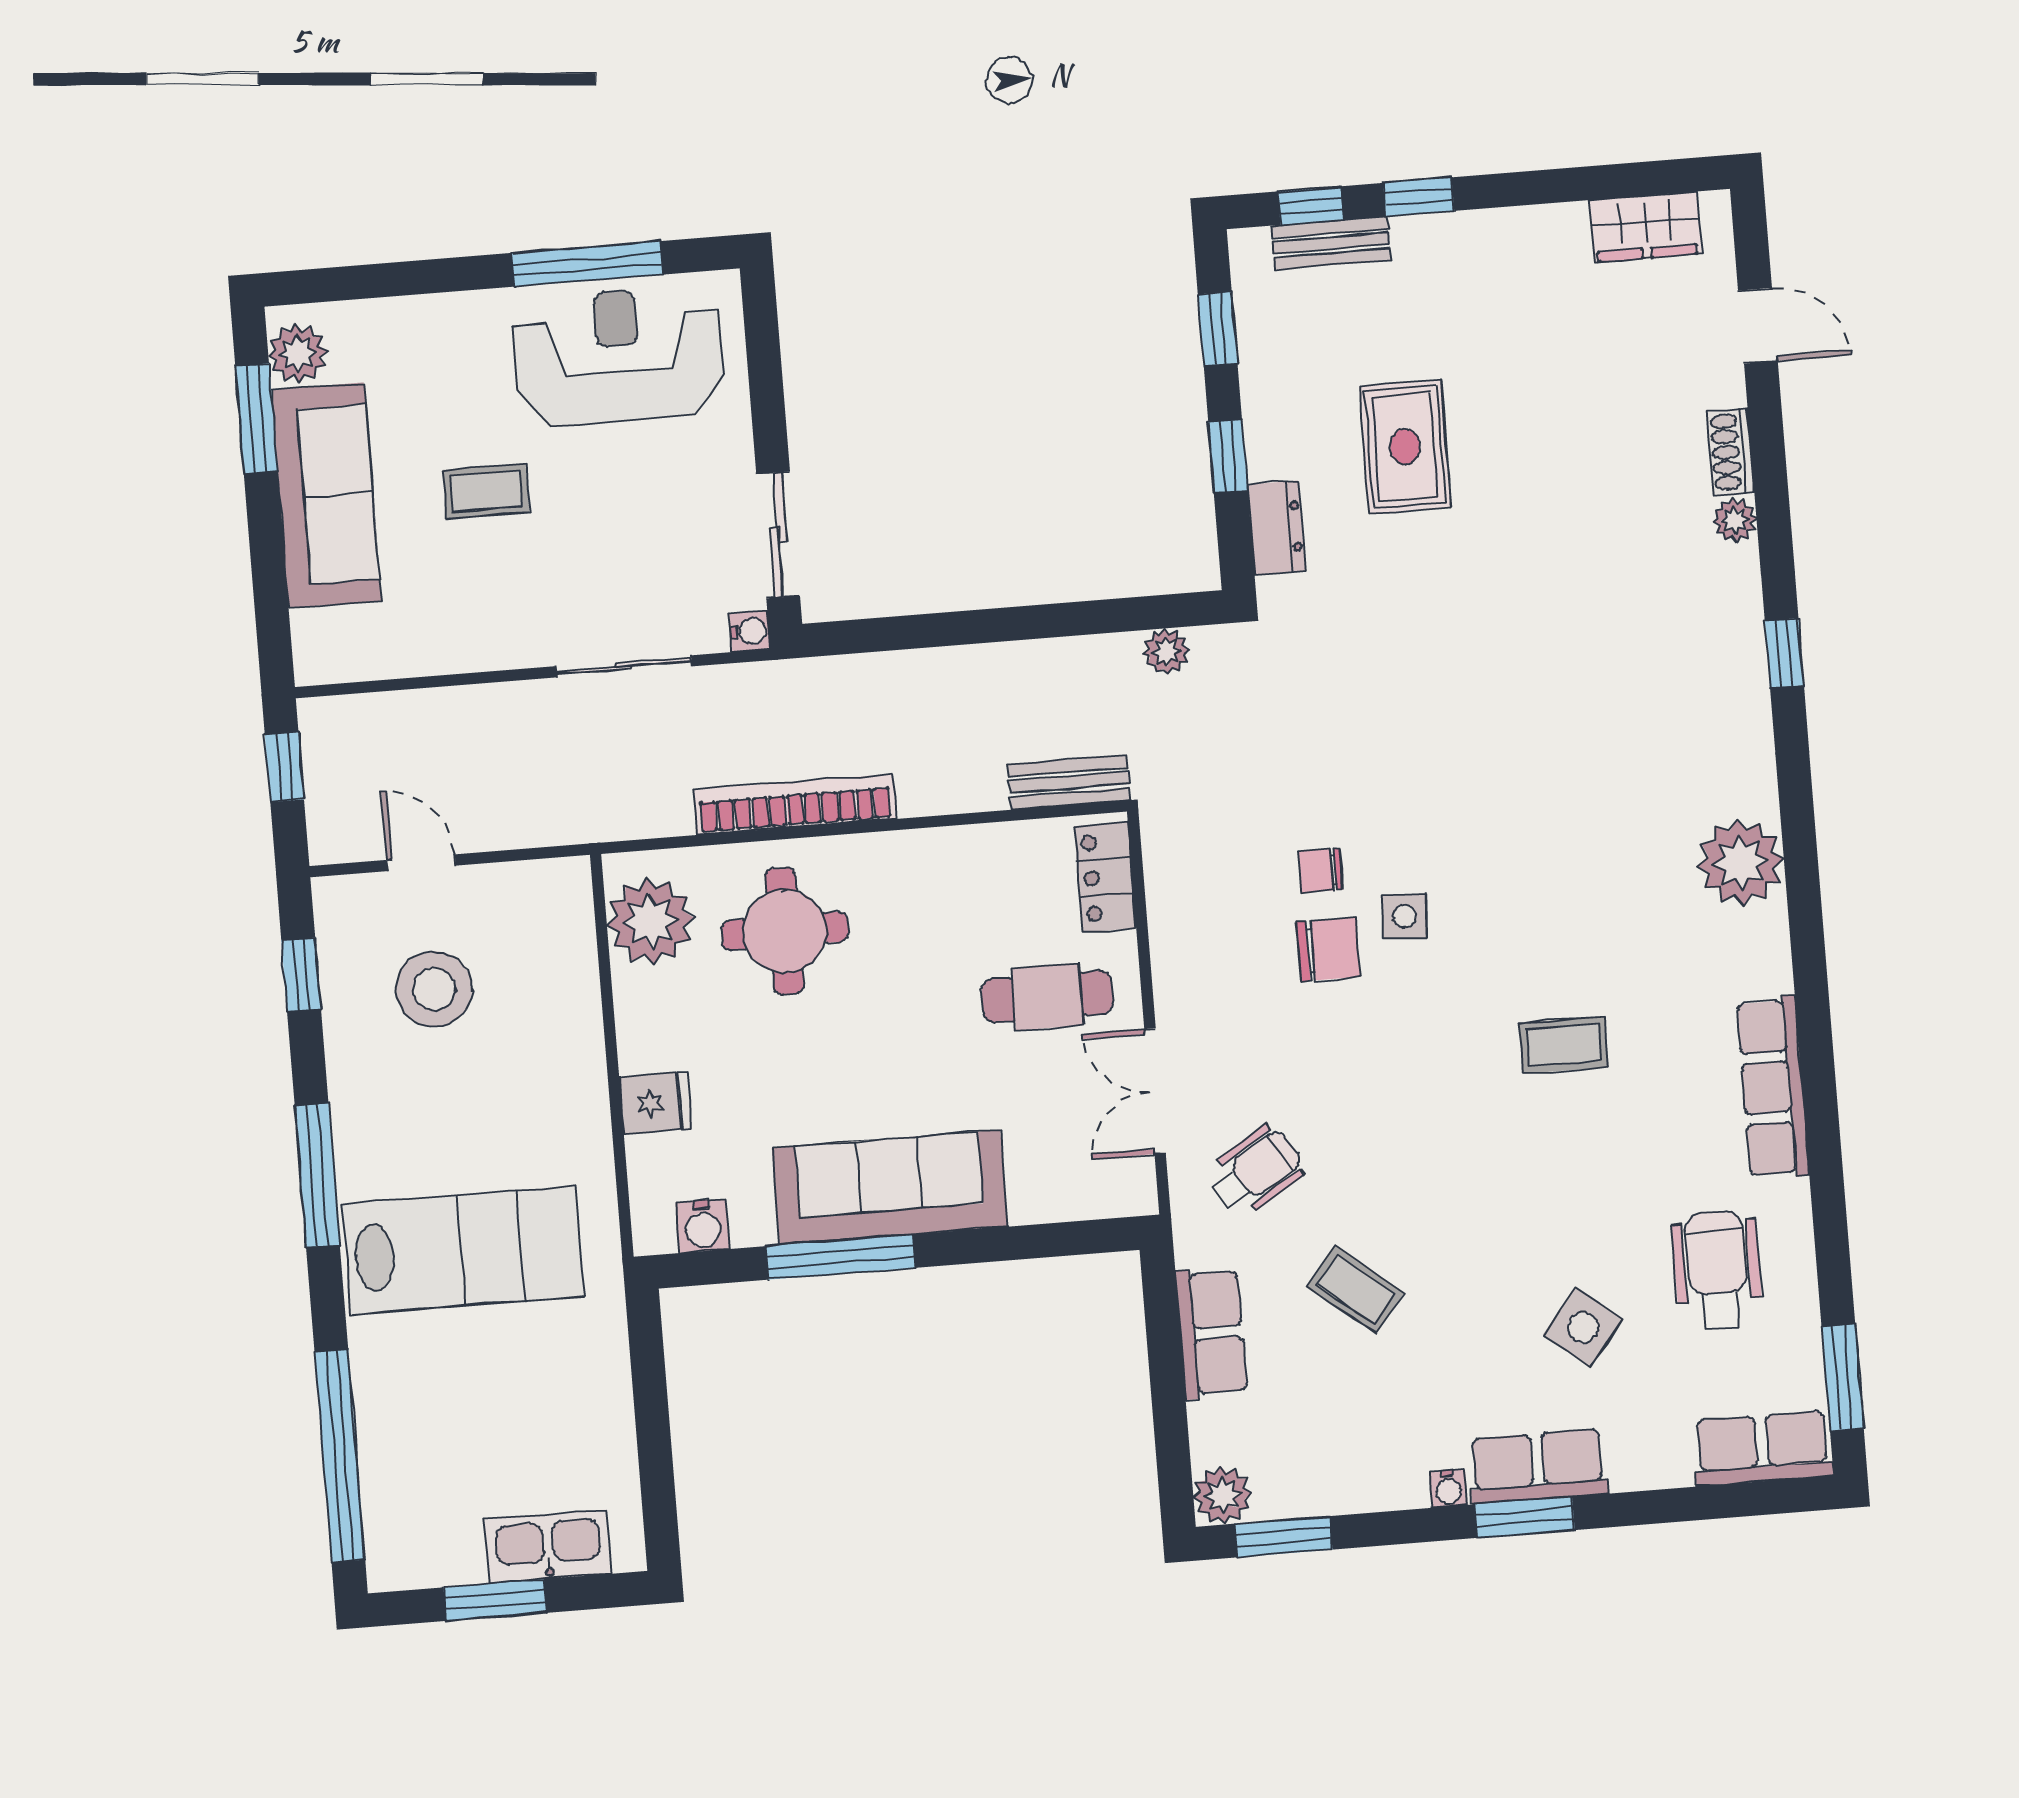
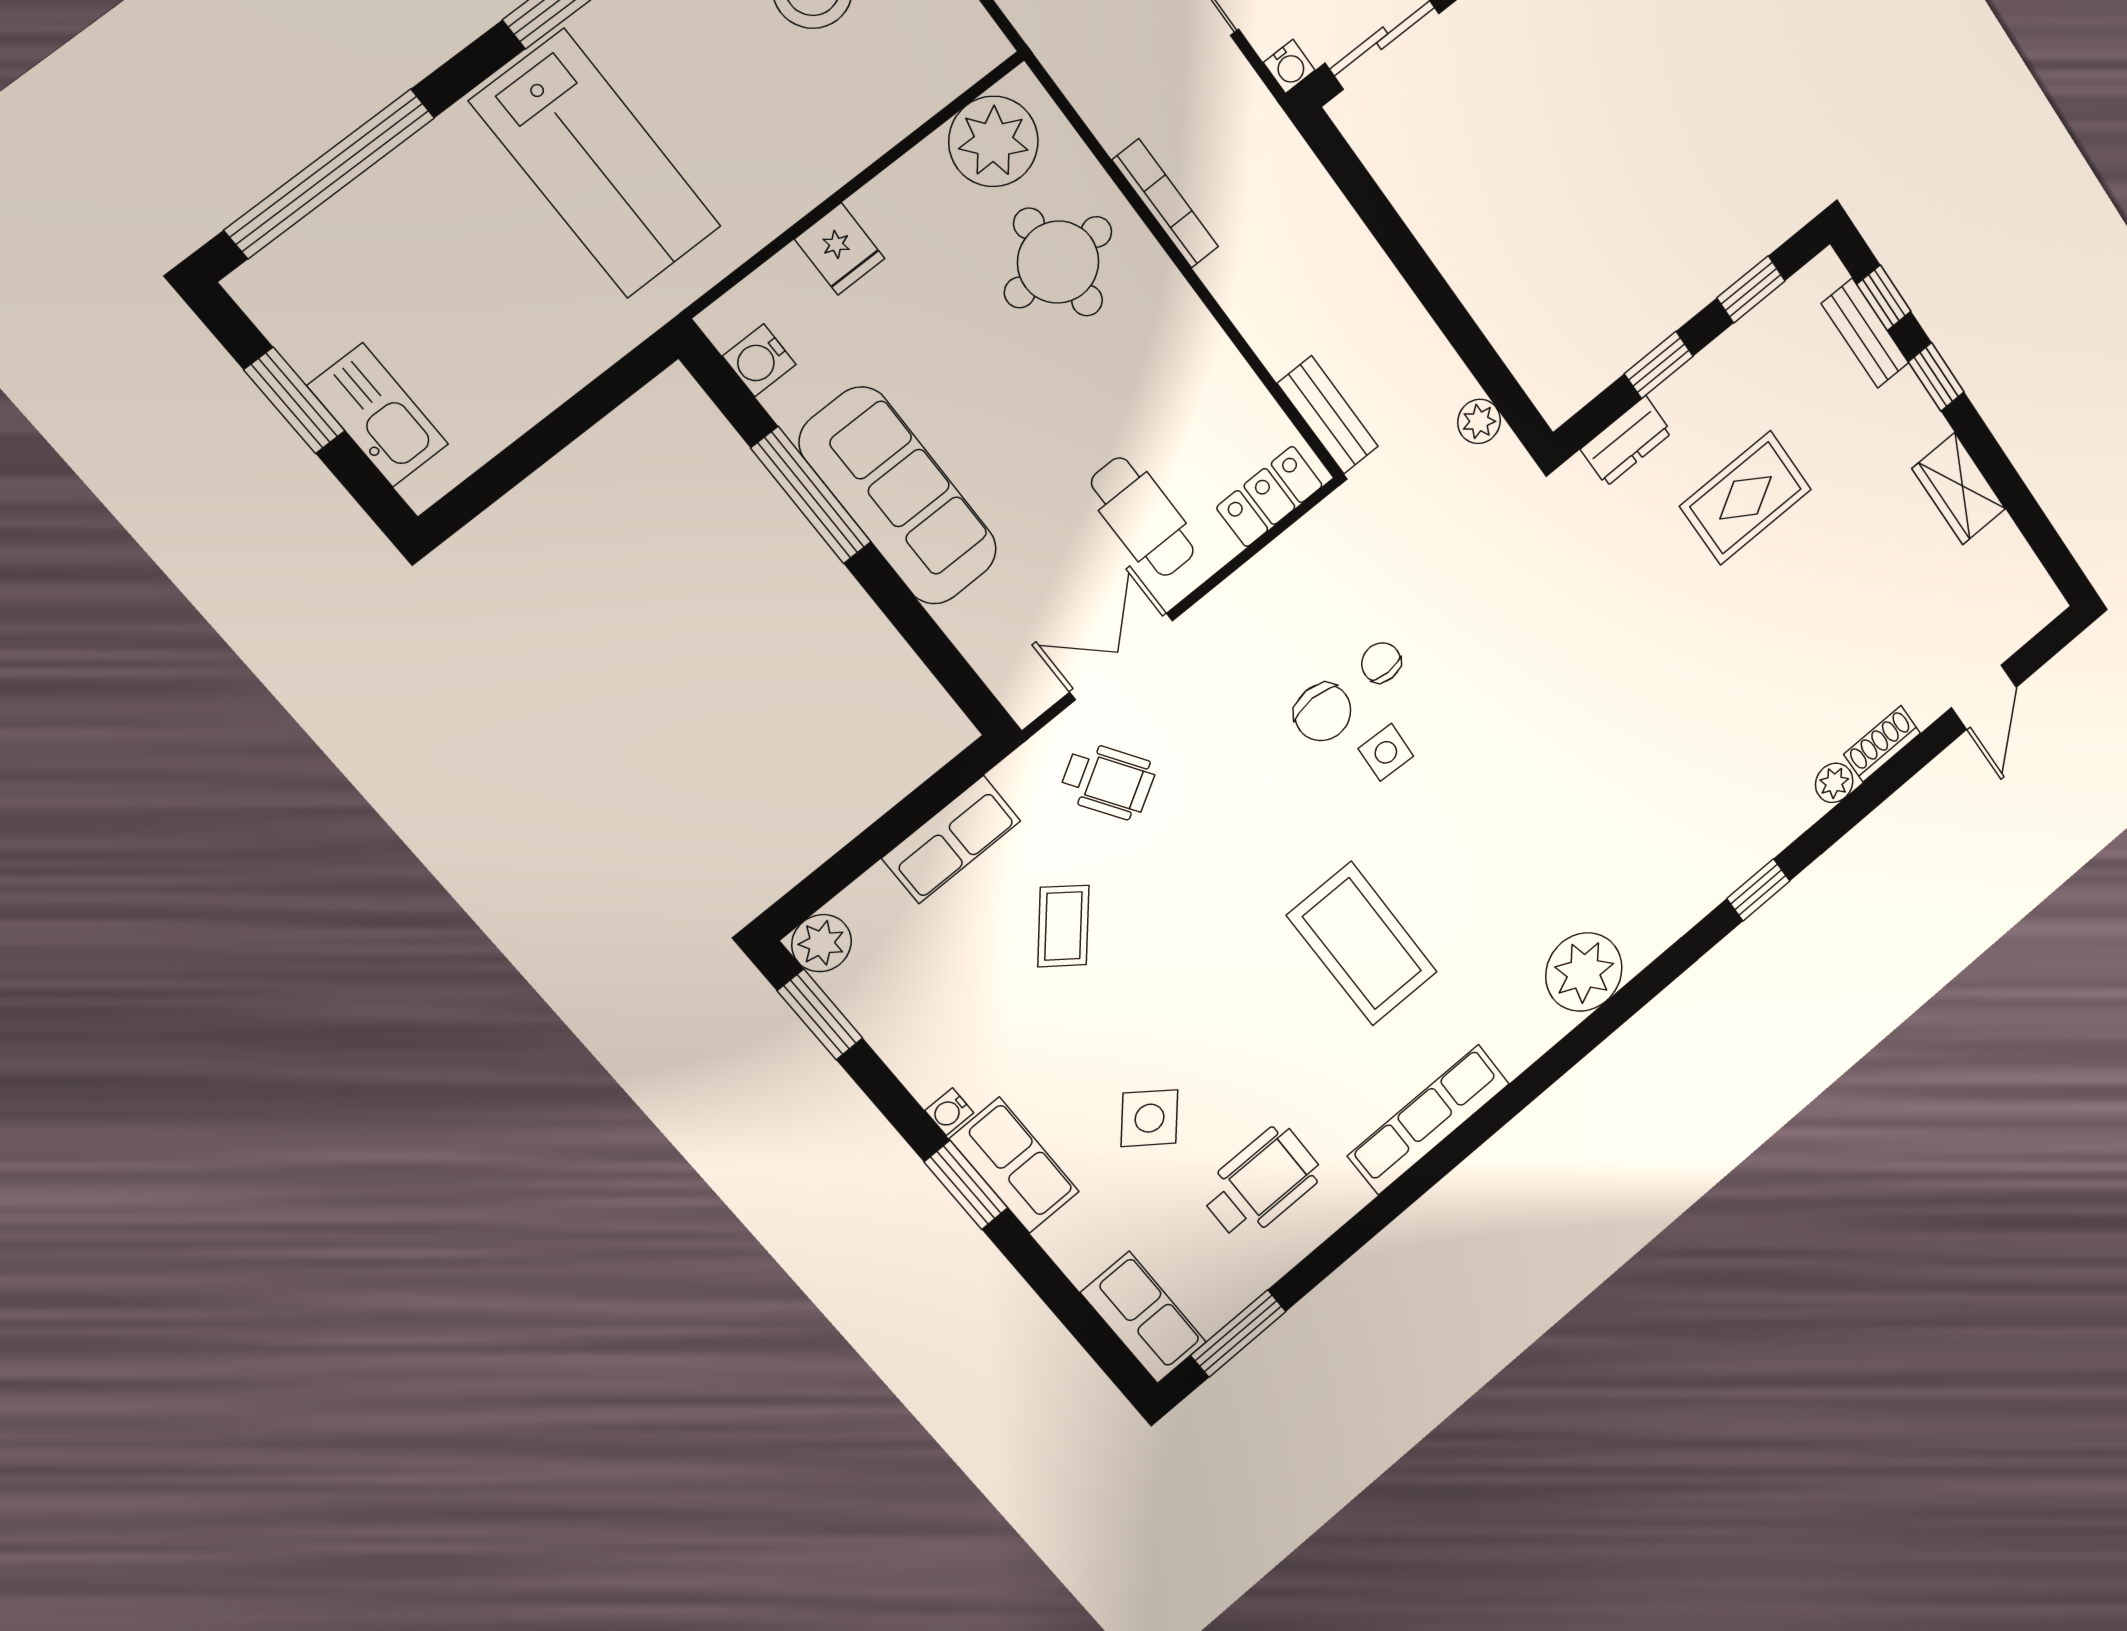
wardrobe: (1645, 227) -> (1959, 489), moved
bookcase: (795, 804) -> (1165, 203), width x0.68, depth x0.76
coffee table: (1564, 1045) -> (1362, 944), width x1.86, depth x1.72

